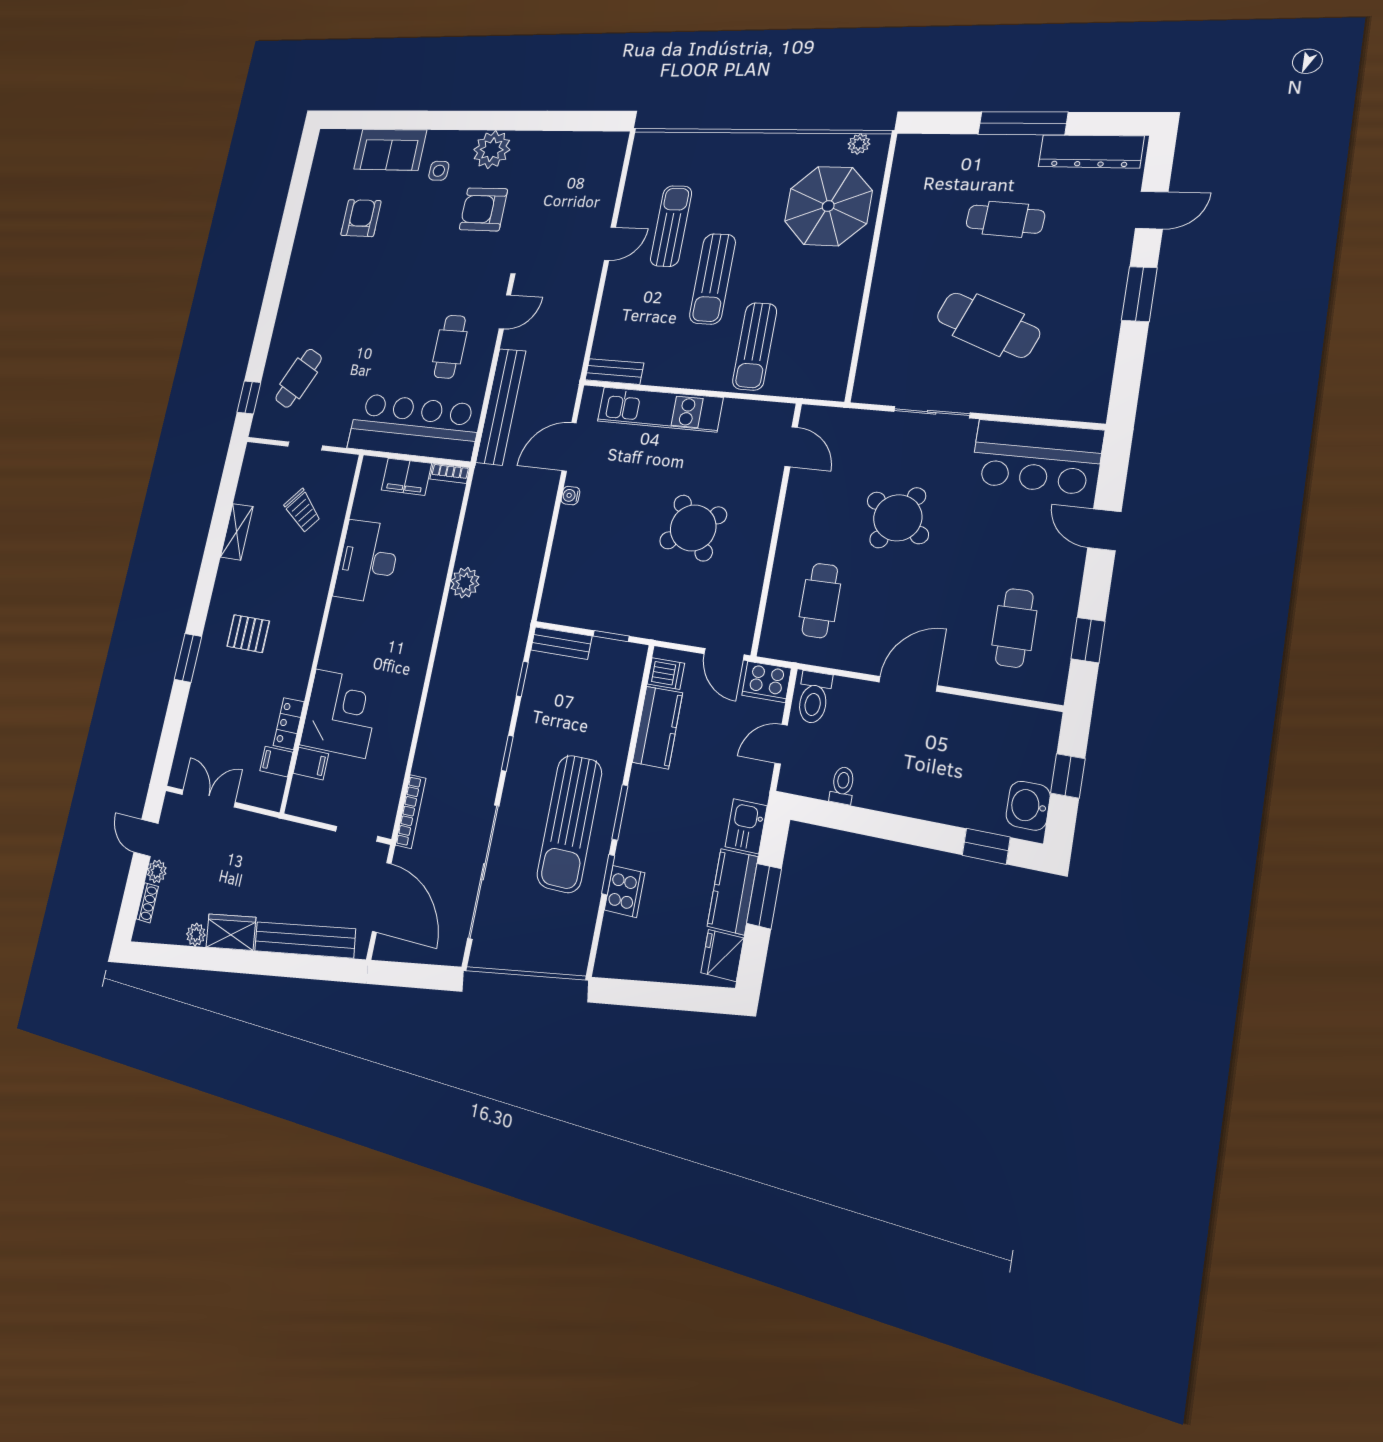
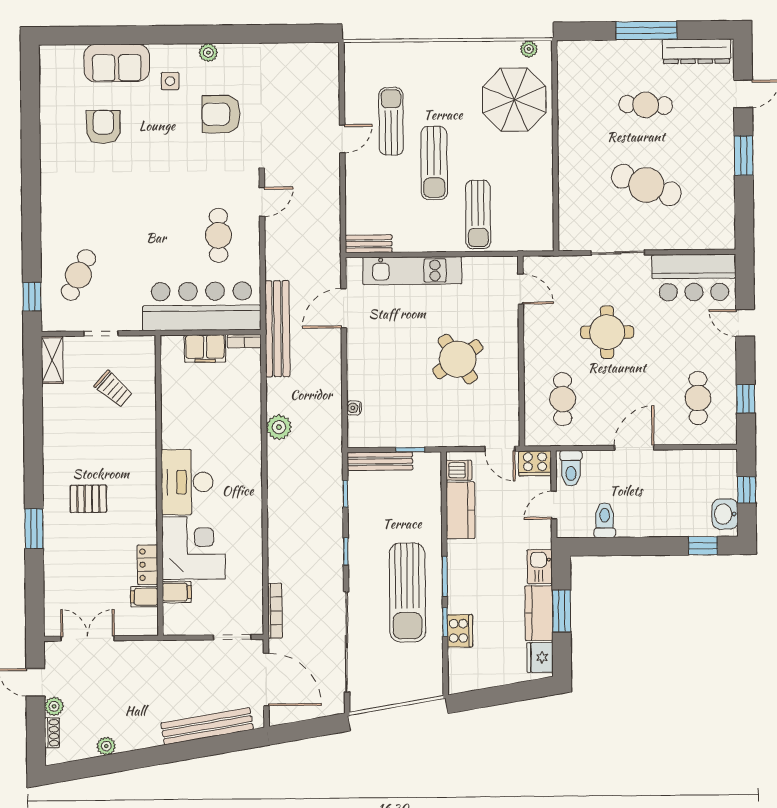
plant: (492, 150) -> (208, 53), width x0.53, depth x0.53
bench: (501, 407) -> (277, 329), moved
water cooler: (570, 496) -> (354, 408), moved
round table: (898, 518) -> (607, 332), turned -32
shelving: (237, 532) -> (52, 360), moved
desk: (367, 561) -> (187, 482), moved
bench: (561, 643) -> (380, 461), width x1.36
toilet: (842, 785) -> (605, 520), width x1.37, depth x1.39
wardrobe: (231, 932) -> (139, 736), removed

